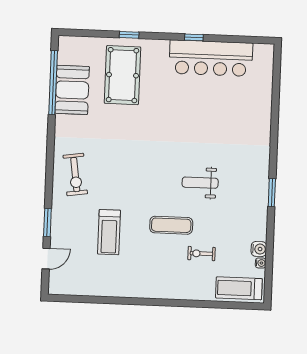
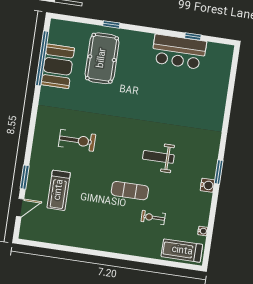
window: (194, 37) -> (193, 37), moved
bar counter: (211, 58) -> (179, 52), width x0.73
exercise bike: (75, 175) -> (77, 140), moved, turned -82
treadmill: (109, 232) -> (59, 190), moved
water cooler: (259, 249) -> (207, 185), moved

